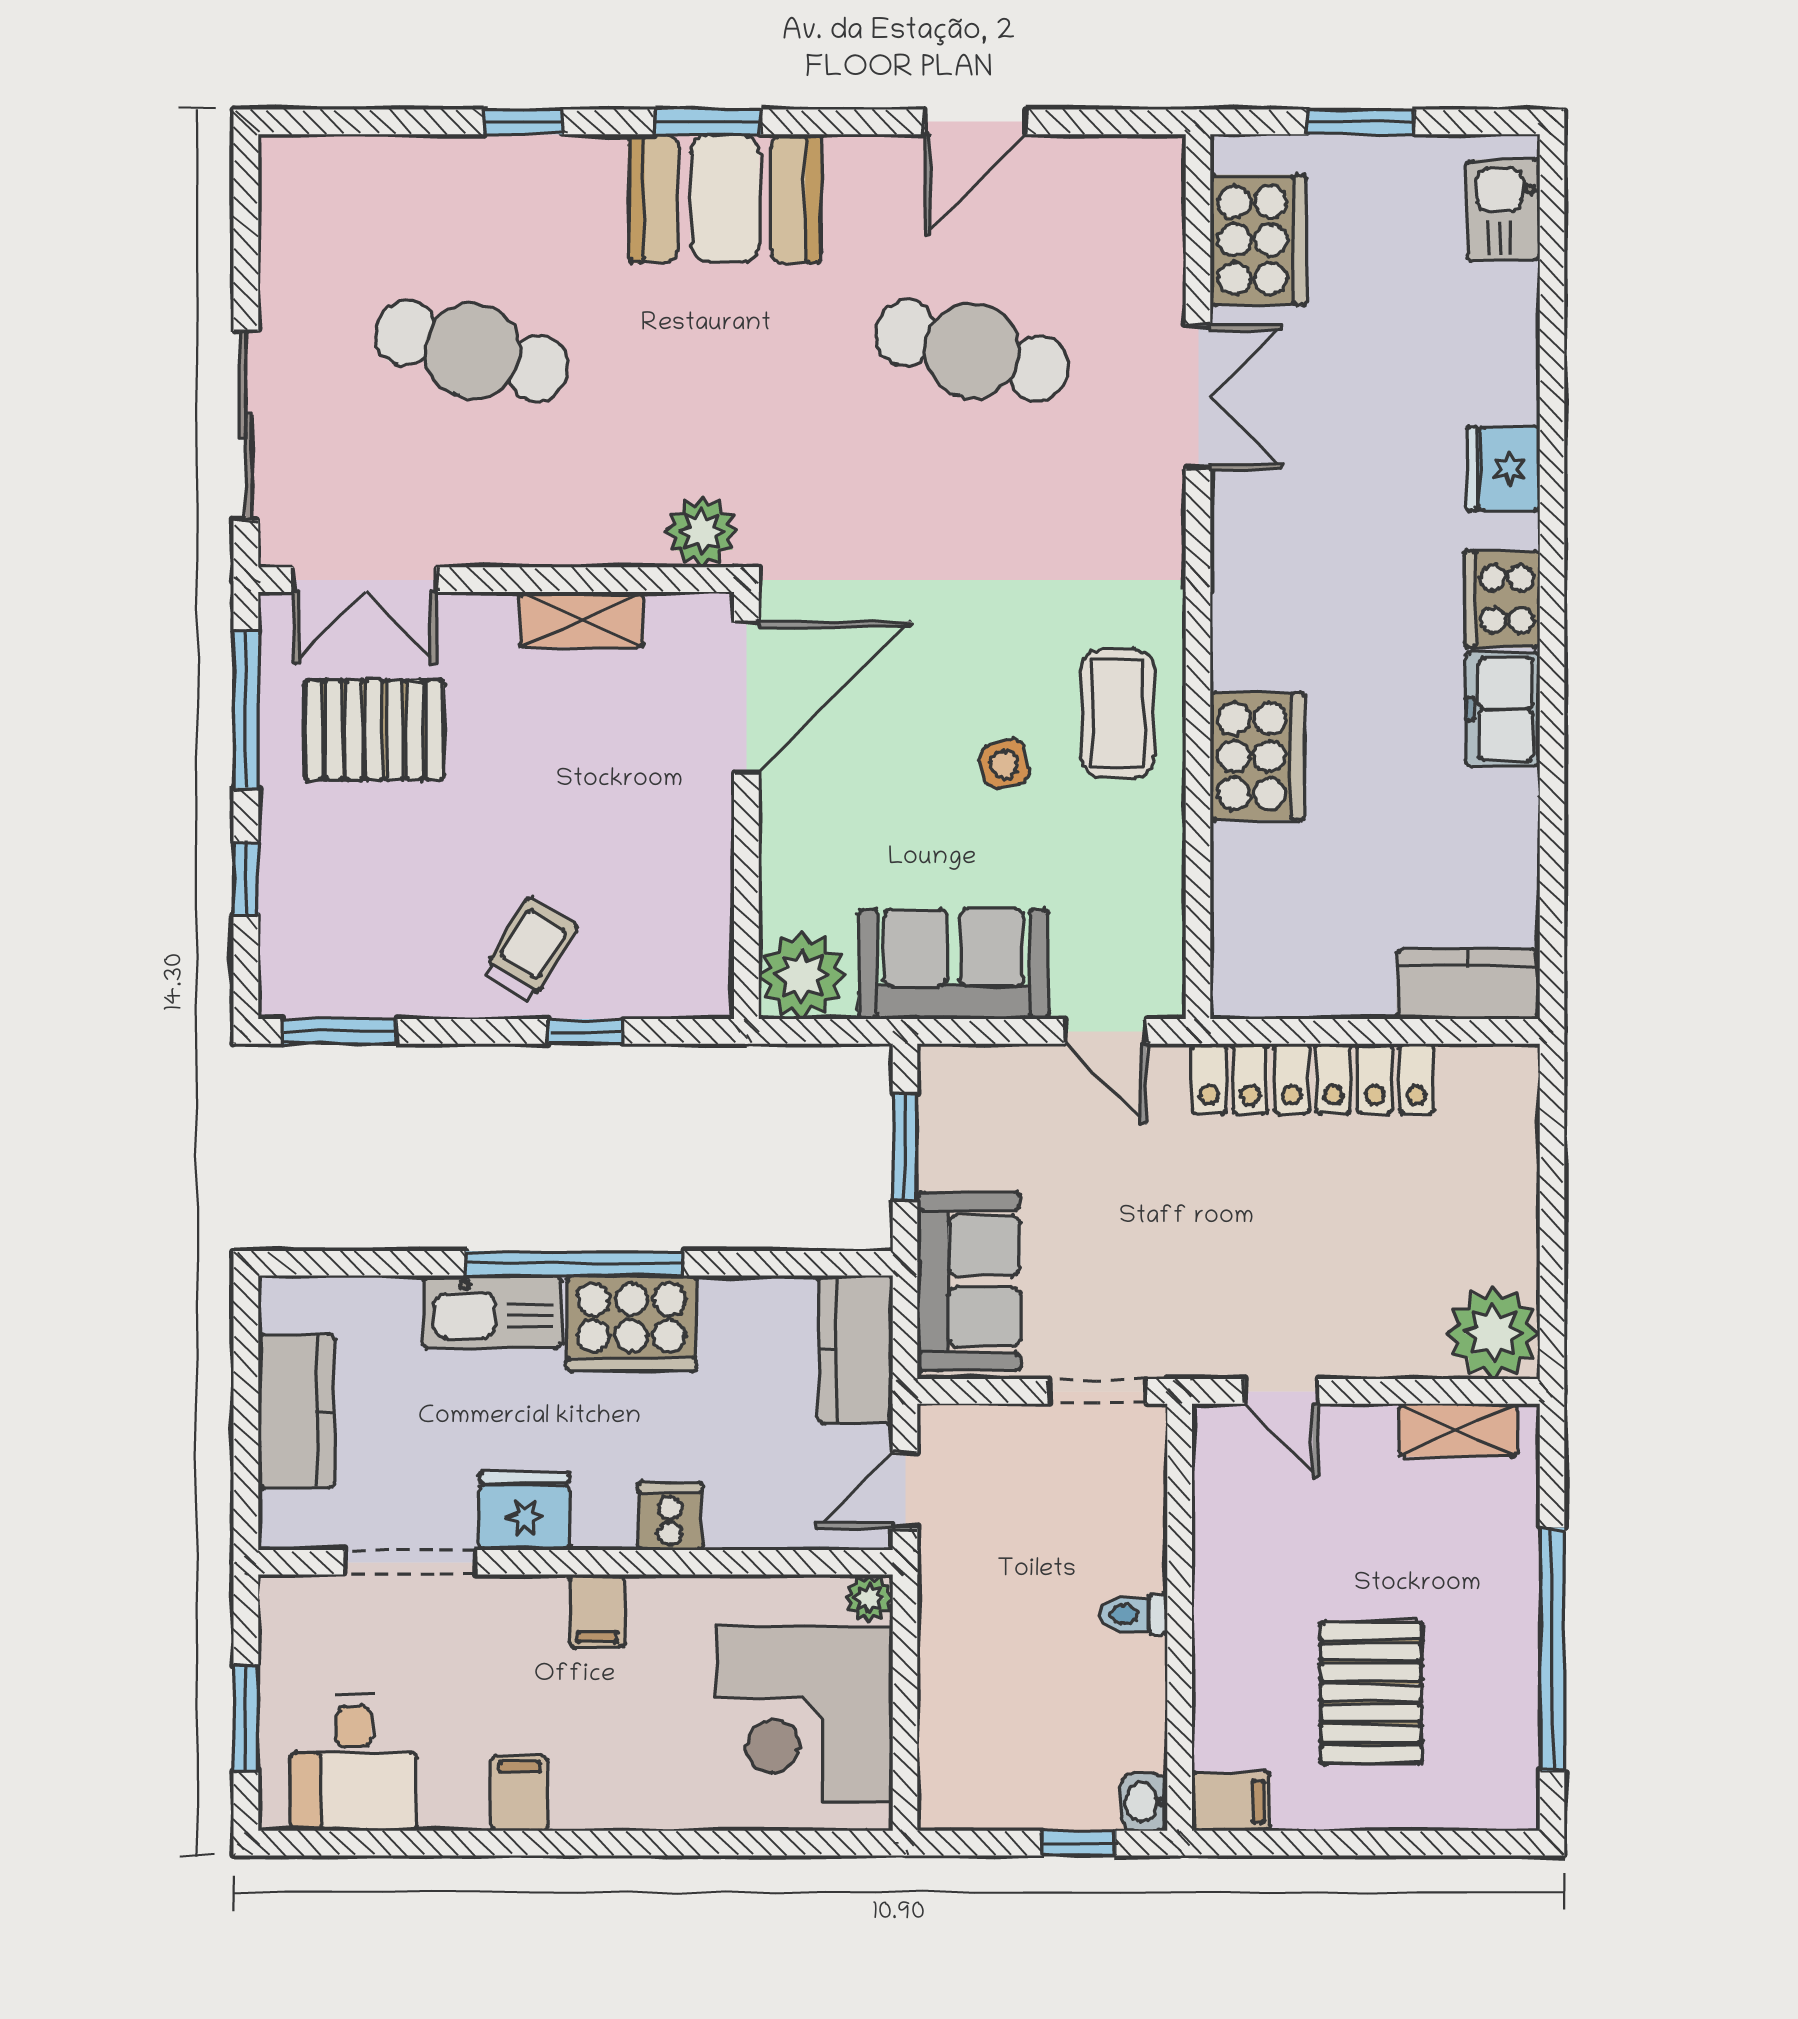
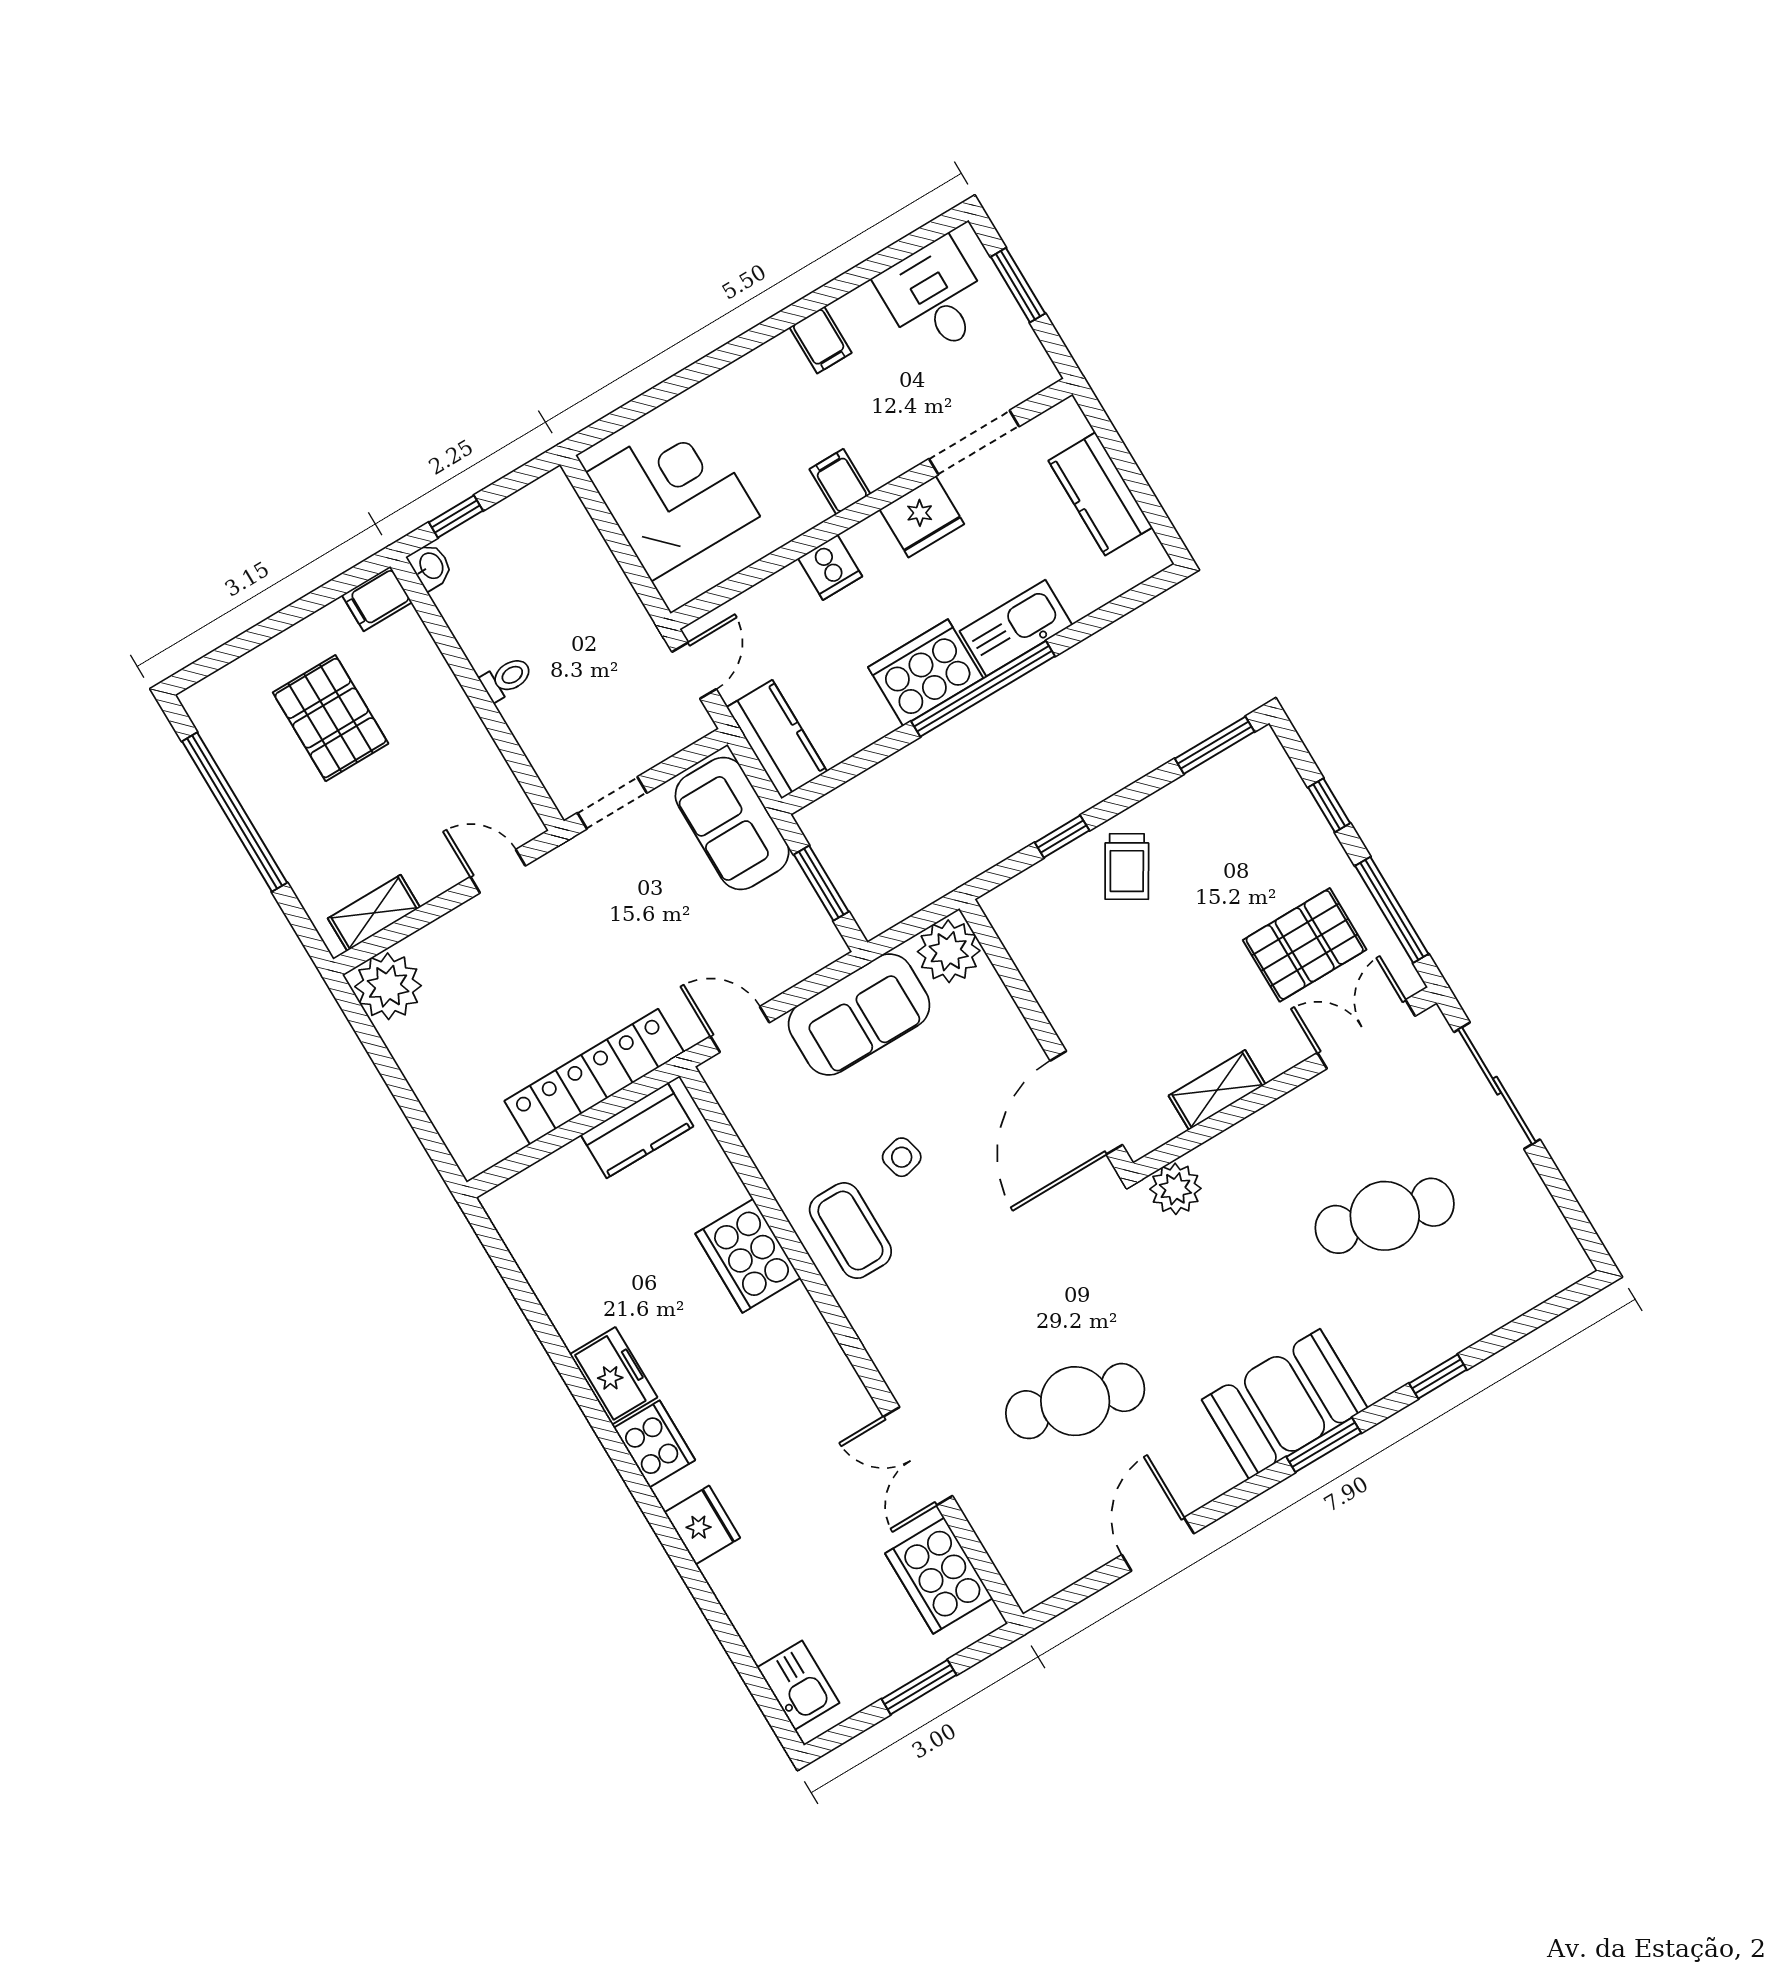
kitchen counter: (1467, 984) -> (637, 1131), moved
plant: (869, 1598) -> (676, 591), removed

